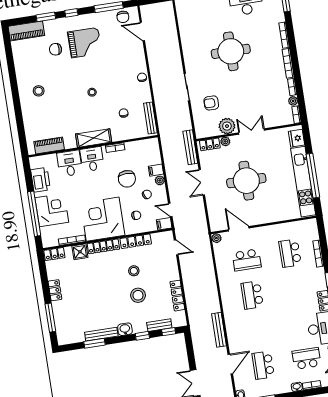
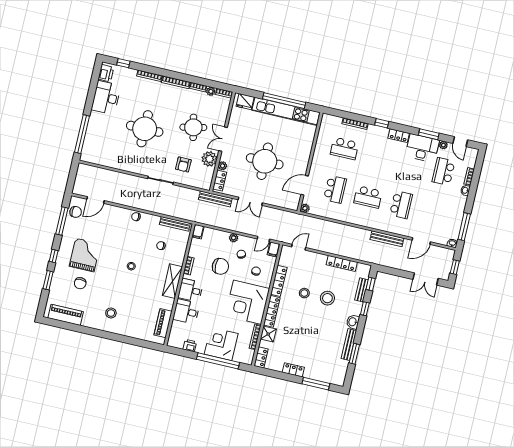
piano: (26, 31) -> (66, 315), moved, turned -90
round table: (251, 98) -> (193, 127), added
filing cabinet: (156, 170) -> (198, 232), moved
printer: (40, 180) -> (190, 346), width x0.53, depth x0.68
door: (230, 364) -> (421, 241), swing flipped
school desk: (263, 365) -> (401, 205), moved, turned -90

